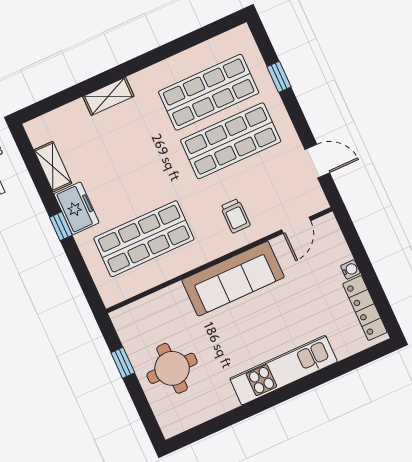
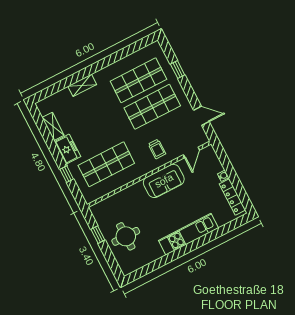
window: (61, 226) -> (67, 174), moved
sofa: (233, 279) -> (164, 181), width x0.73

